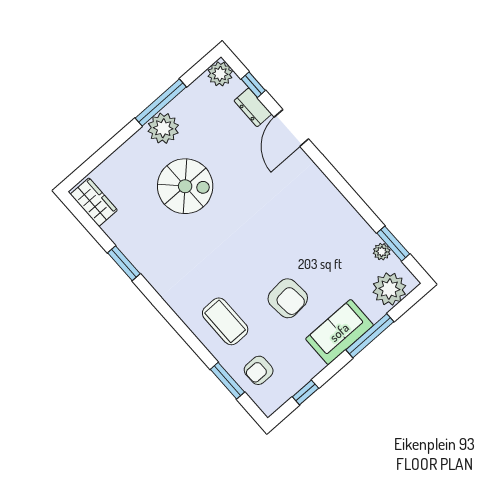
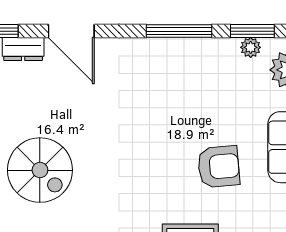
spiral stairs: (185, 186) -> (40, 170), turned 90
window: (352, 197) -> (179, 31), added

